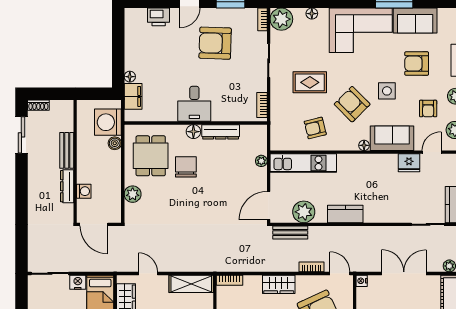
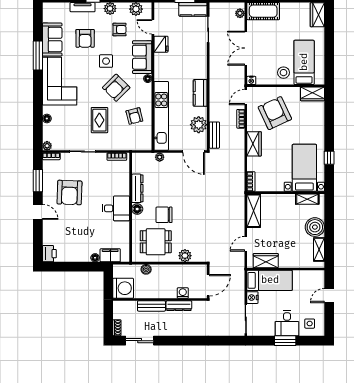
printer: (159, 17) -> (49, 254), moved
plant: (281, 19) -> (47, 146), width x0.53, depth x0.53
washing machine: (108, 122) -> (123, 288), moved, turned -90
kitchen unit: (303, 163) -> (161, 116), width x1.36

